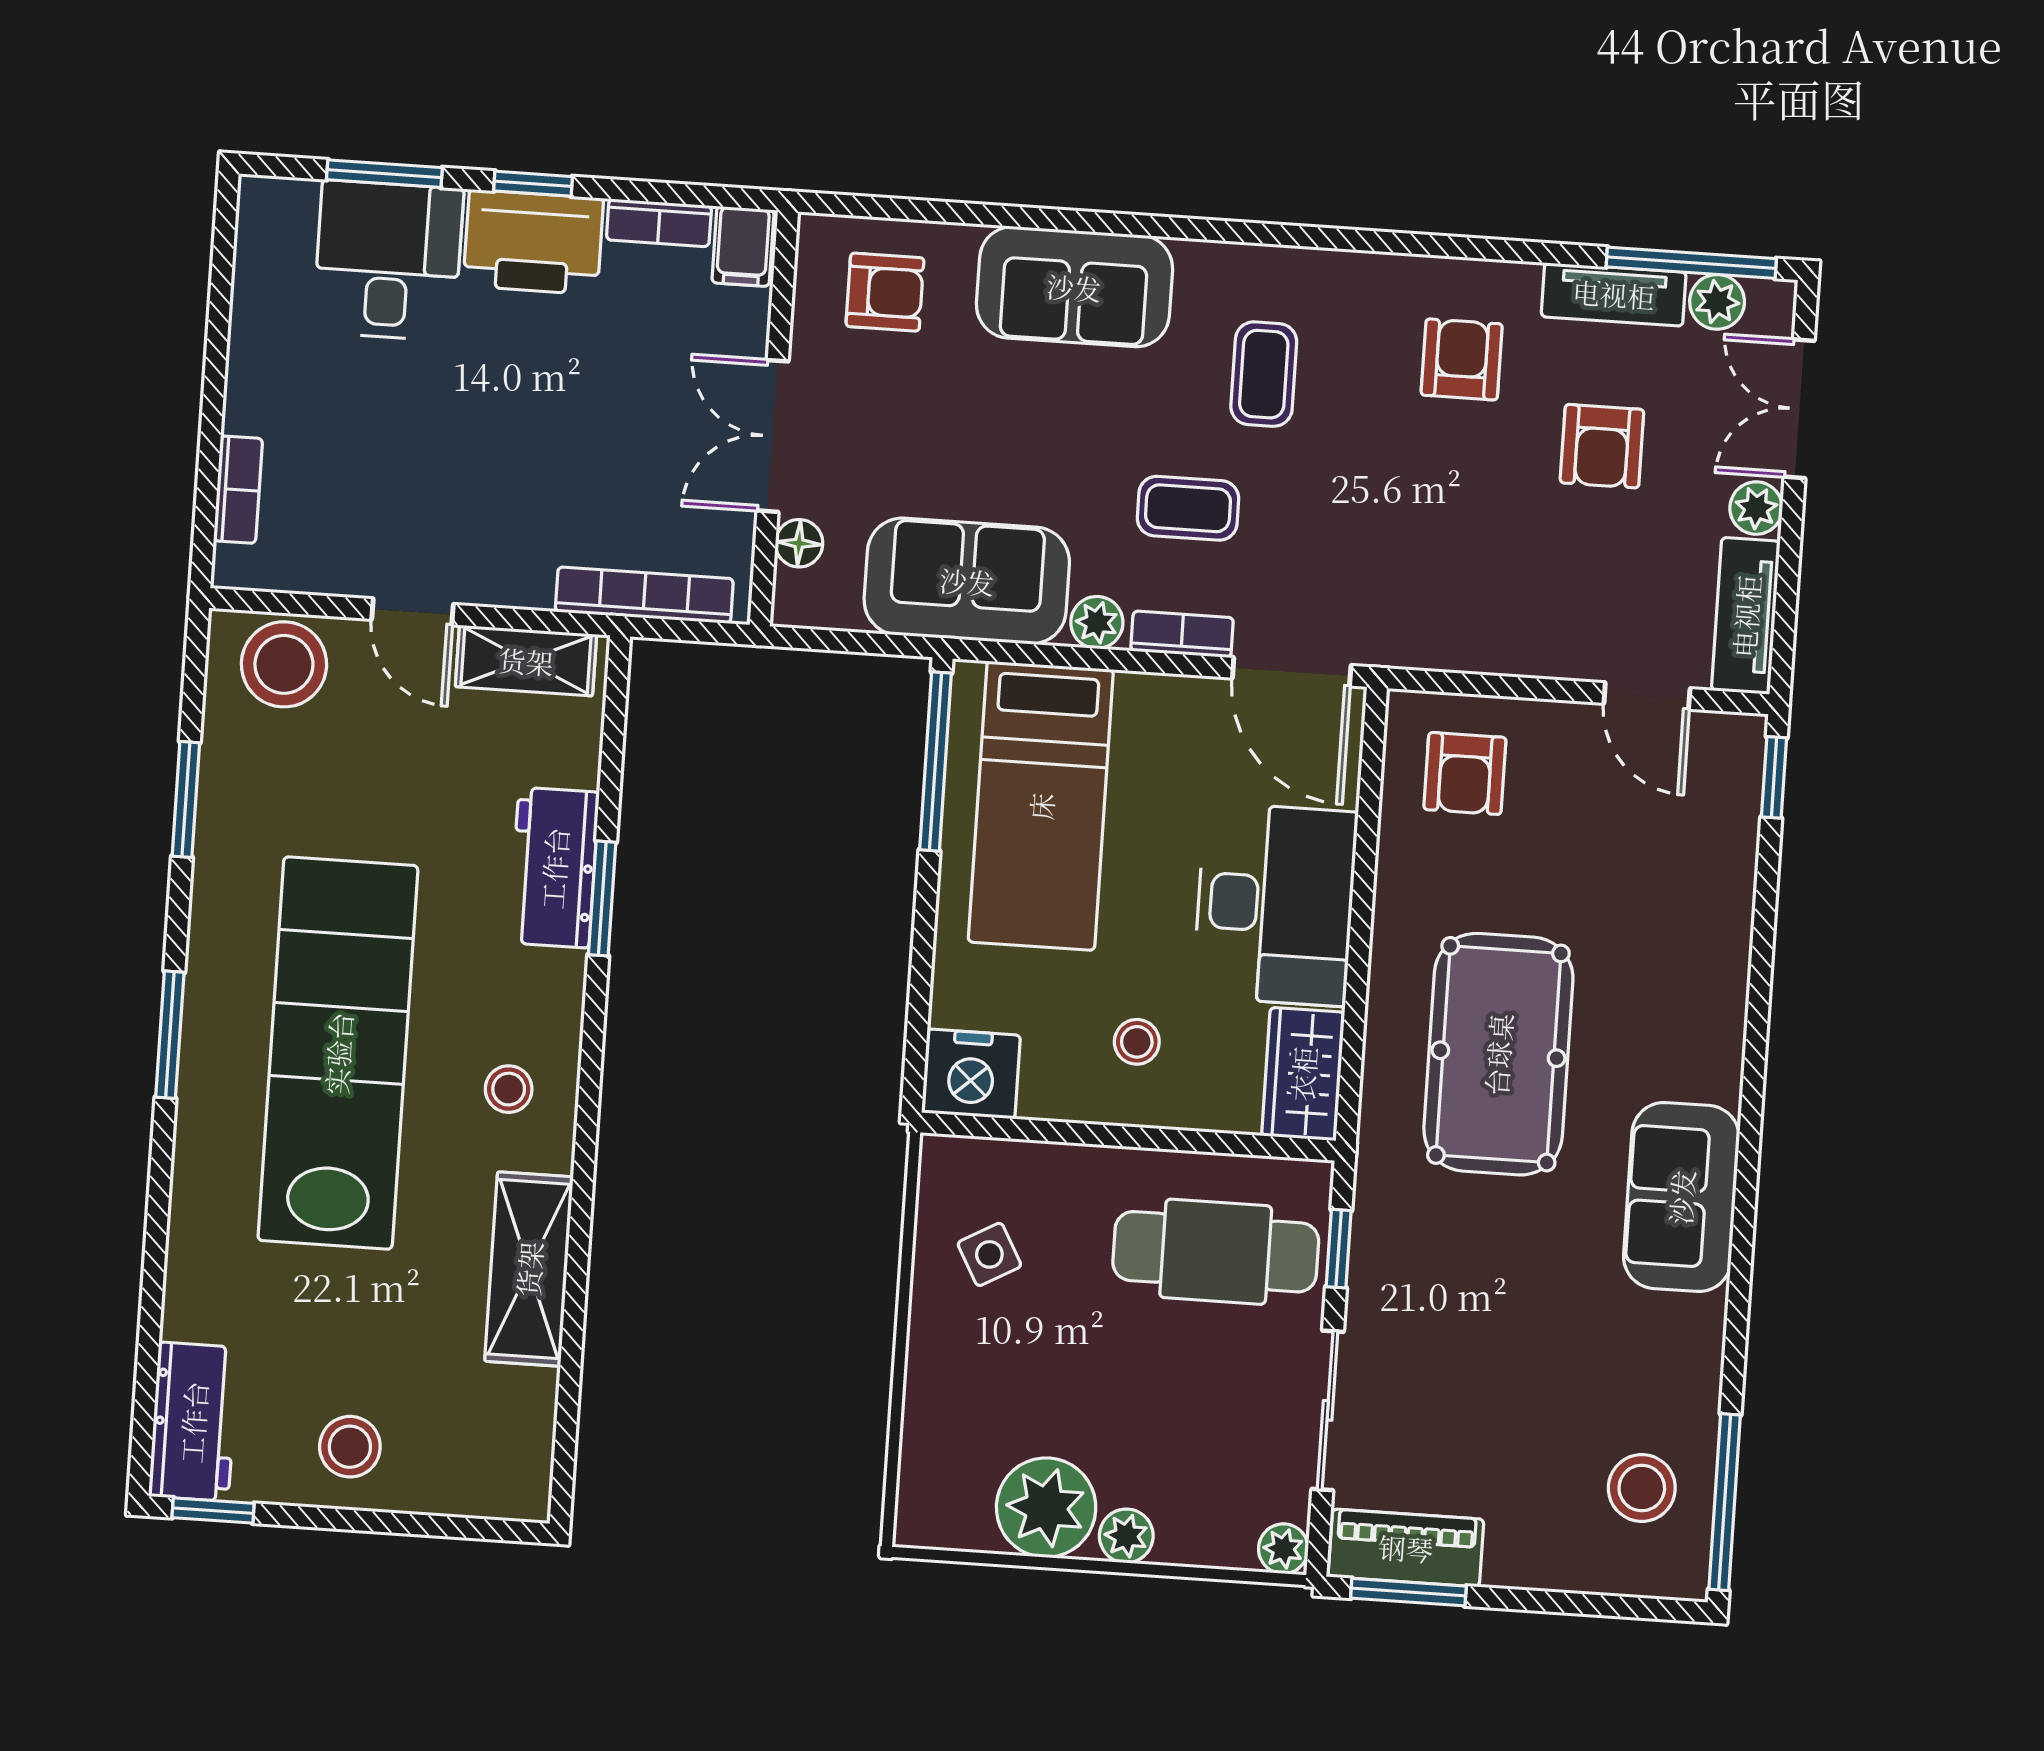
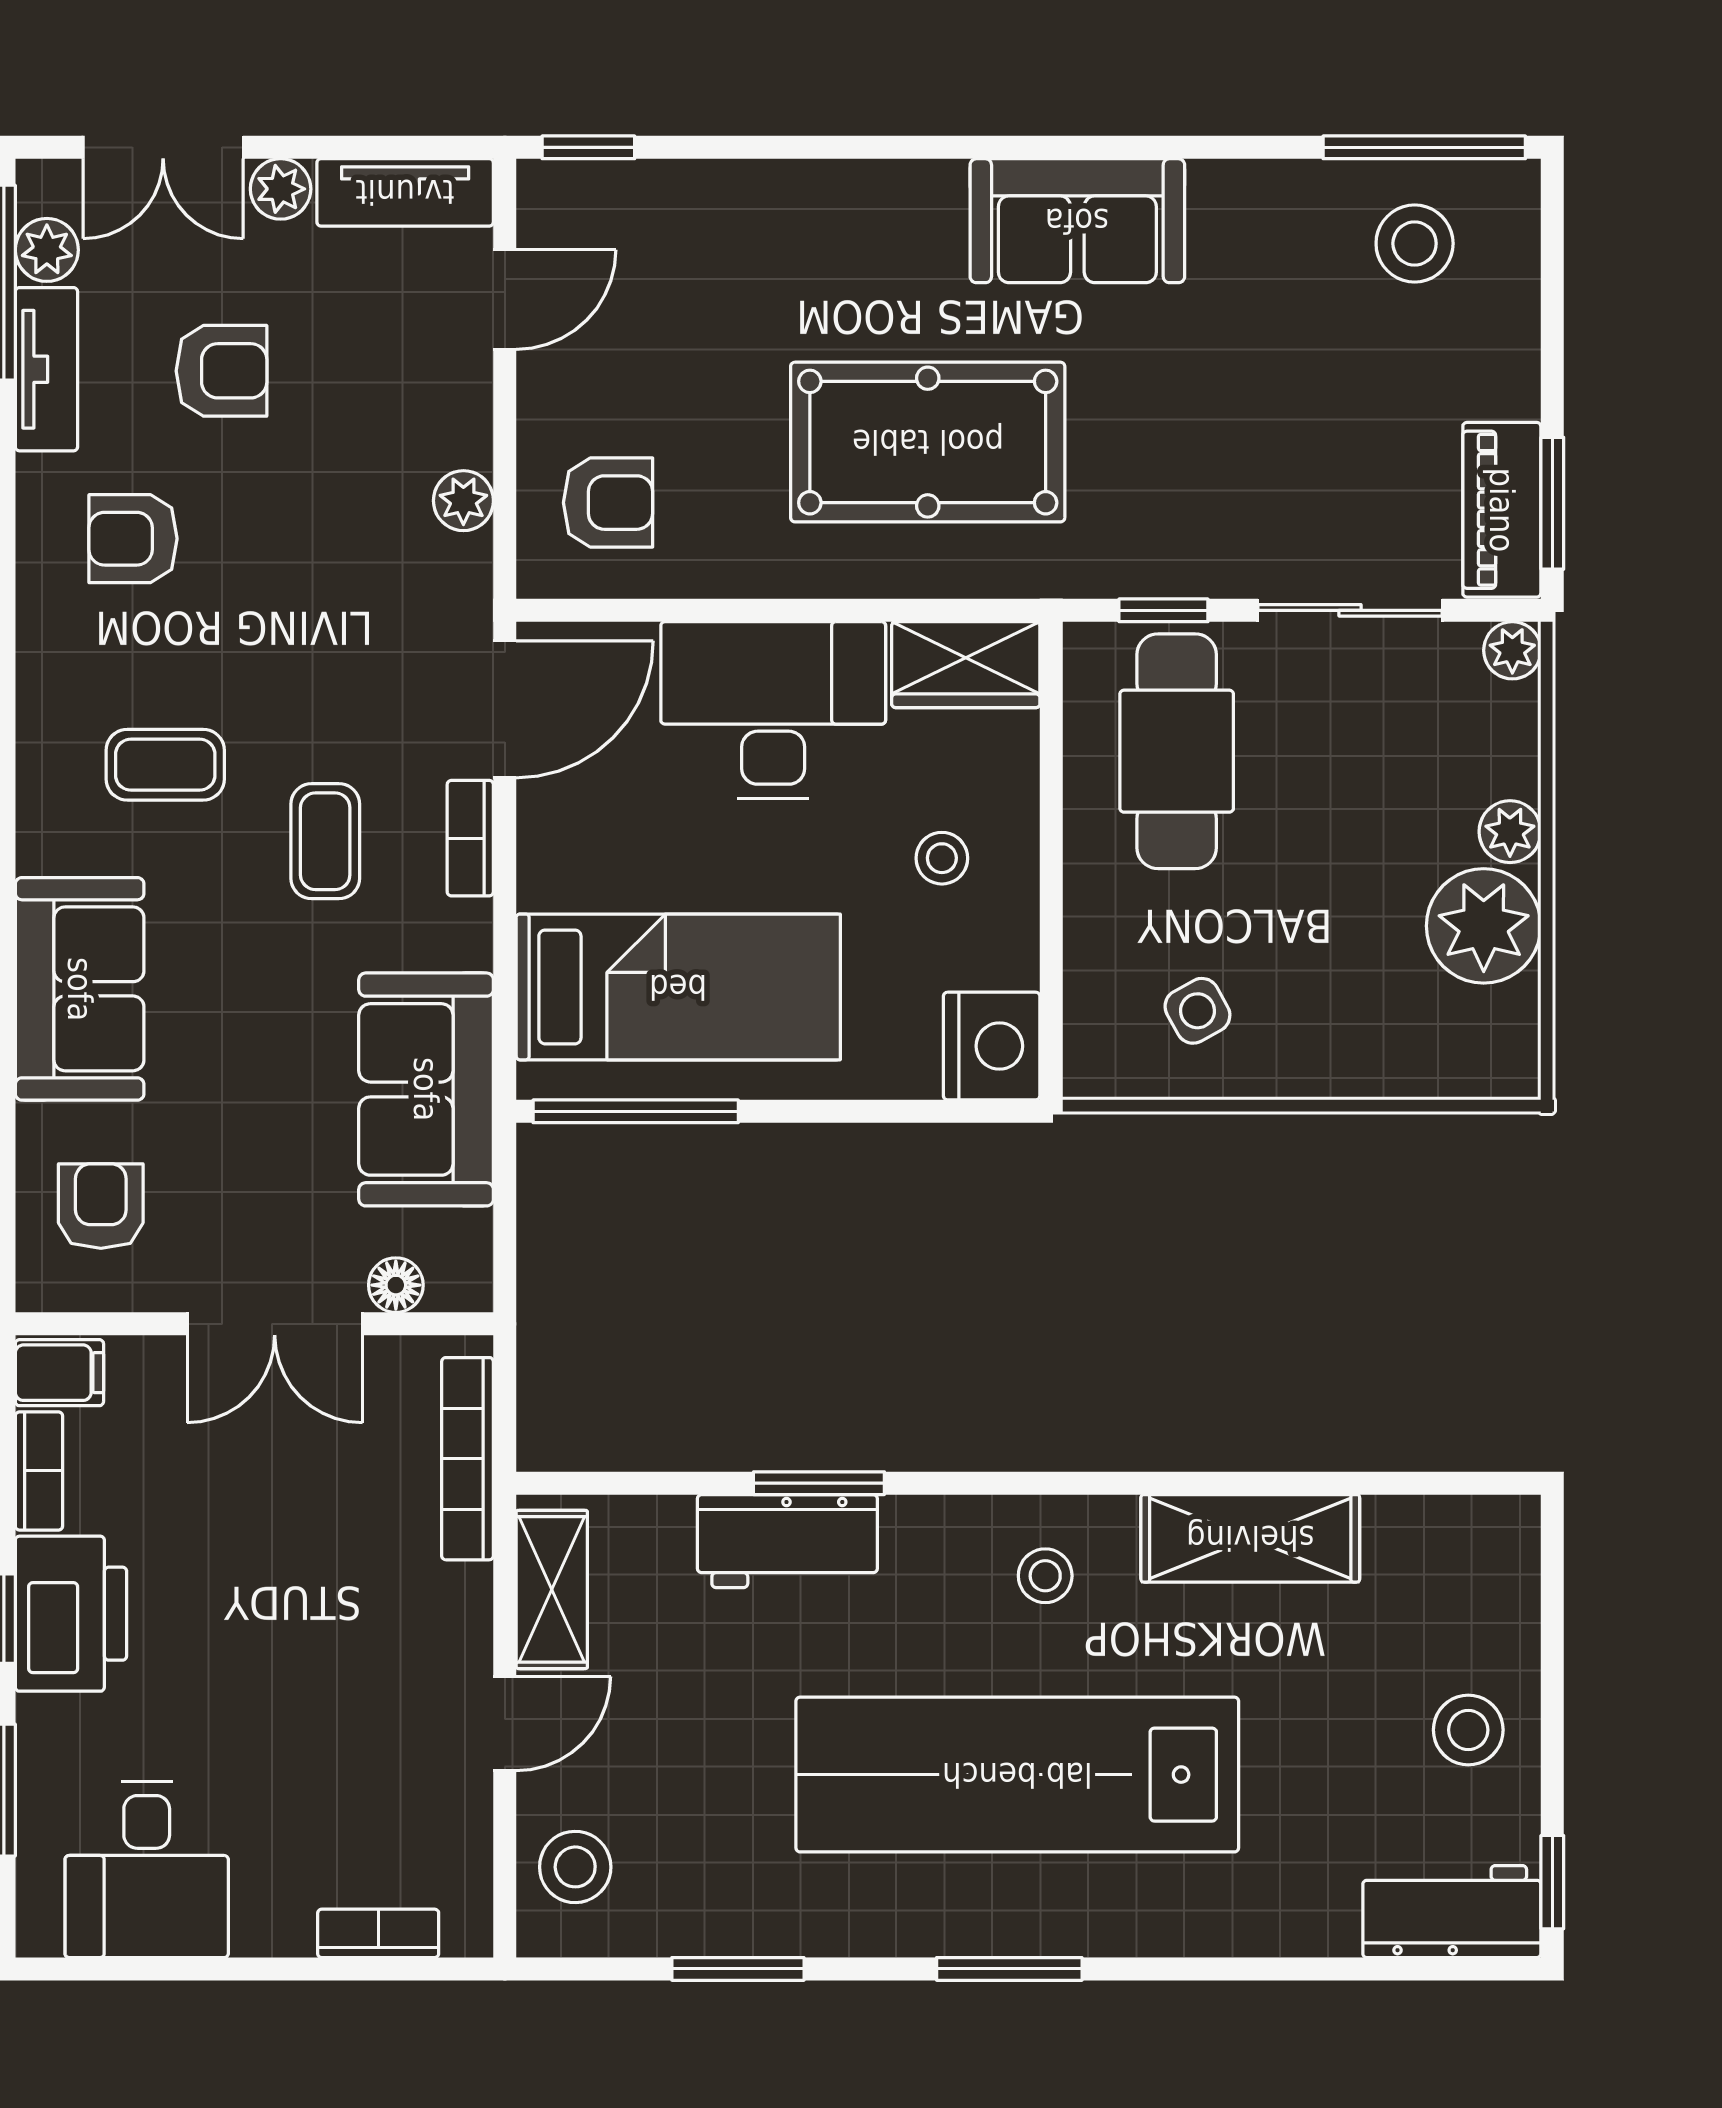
desk: (388, 260) -> (147, 1870), moved, turned -90
plant: (1097, 622) -> (463, 501), moved
stool: (284, 664) -> (575, 1867), width x0.73, depth x0.73

